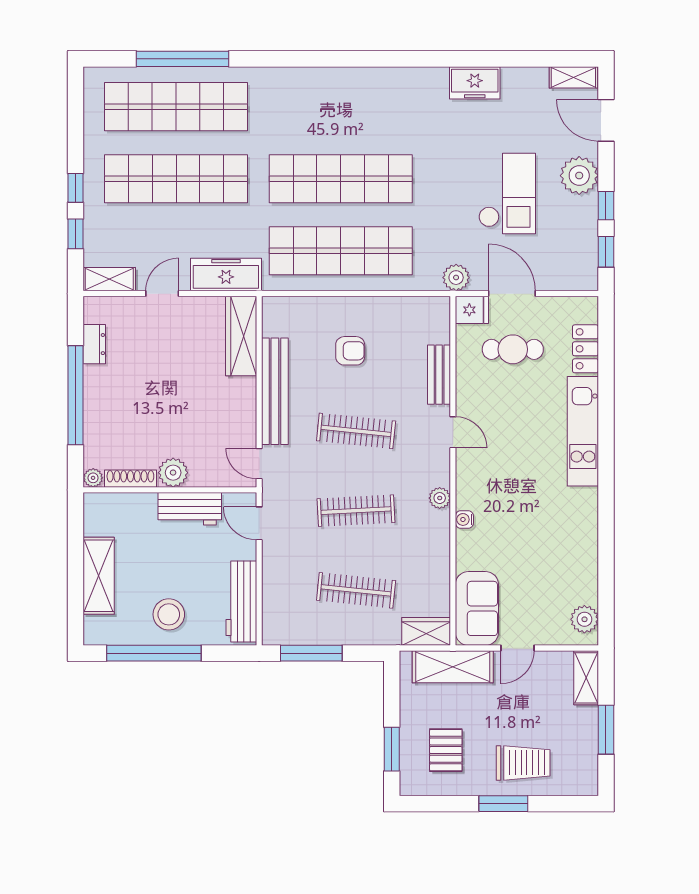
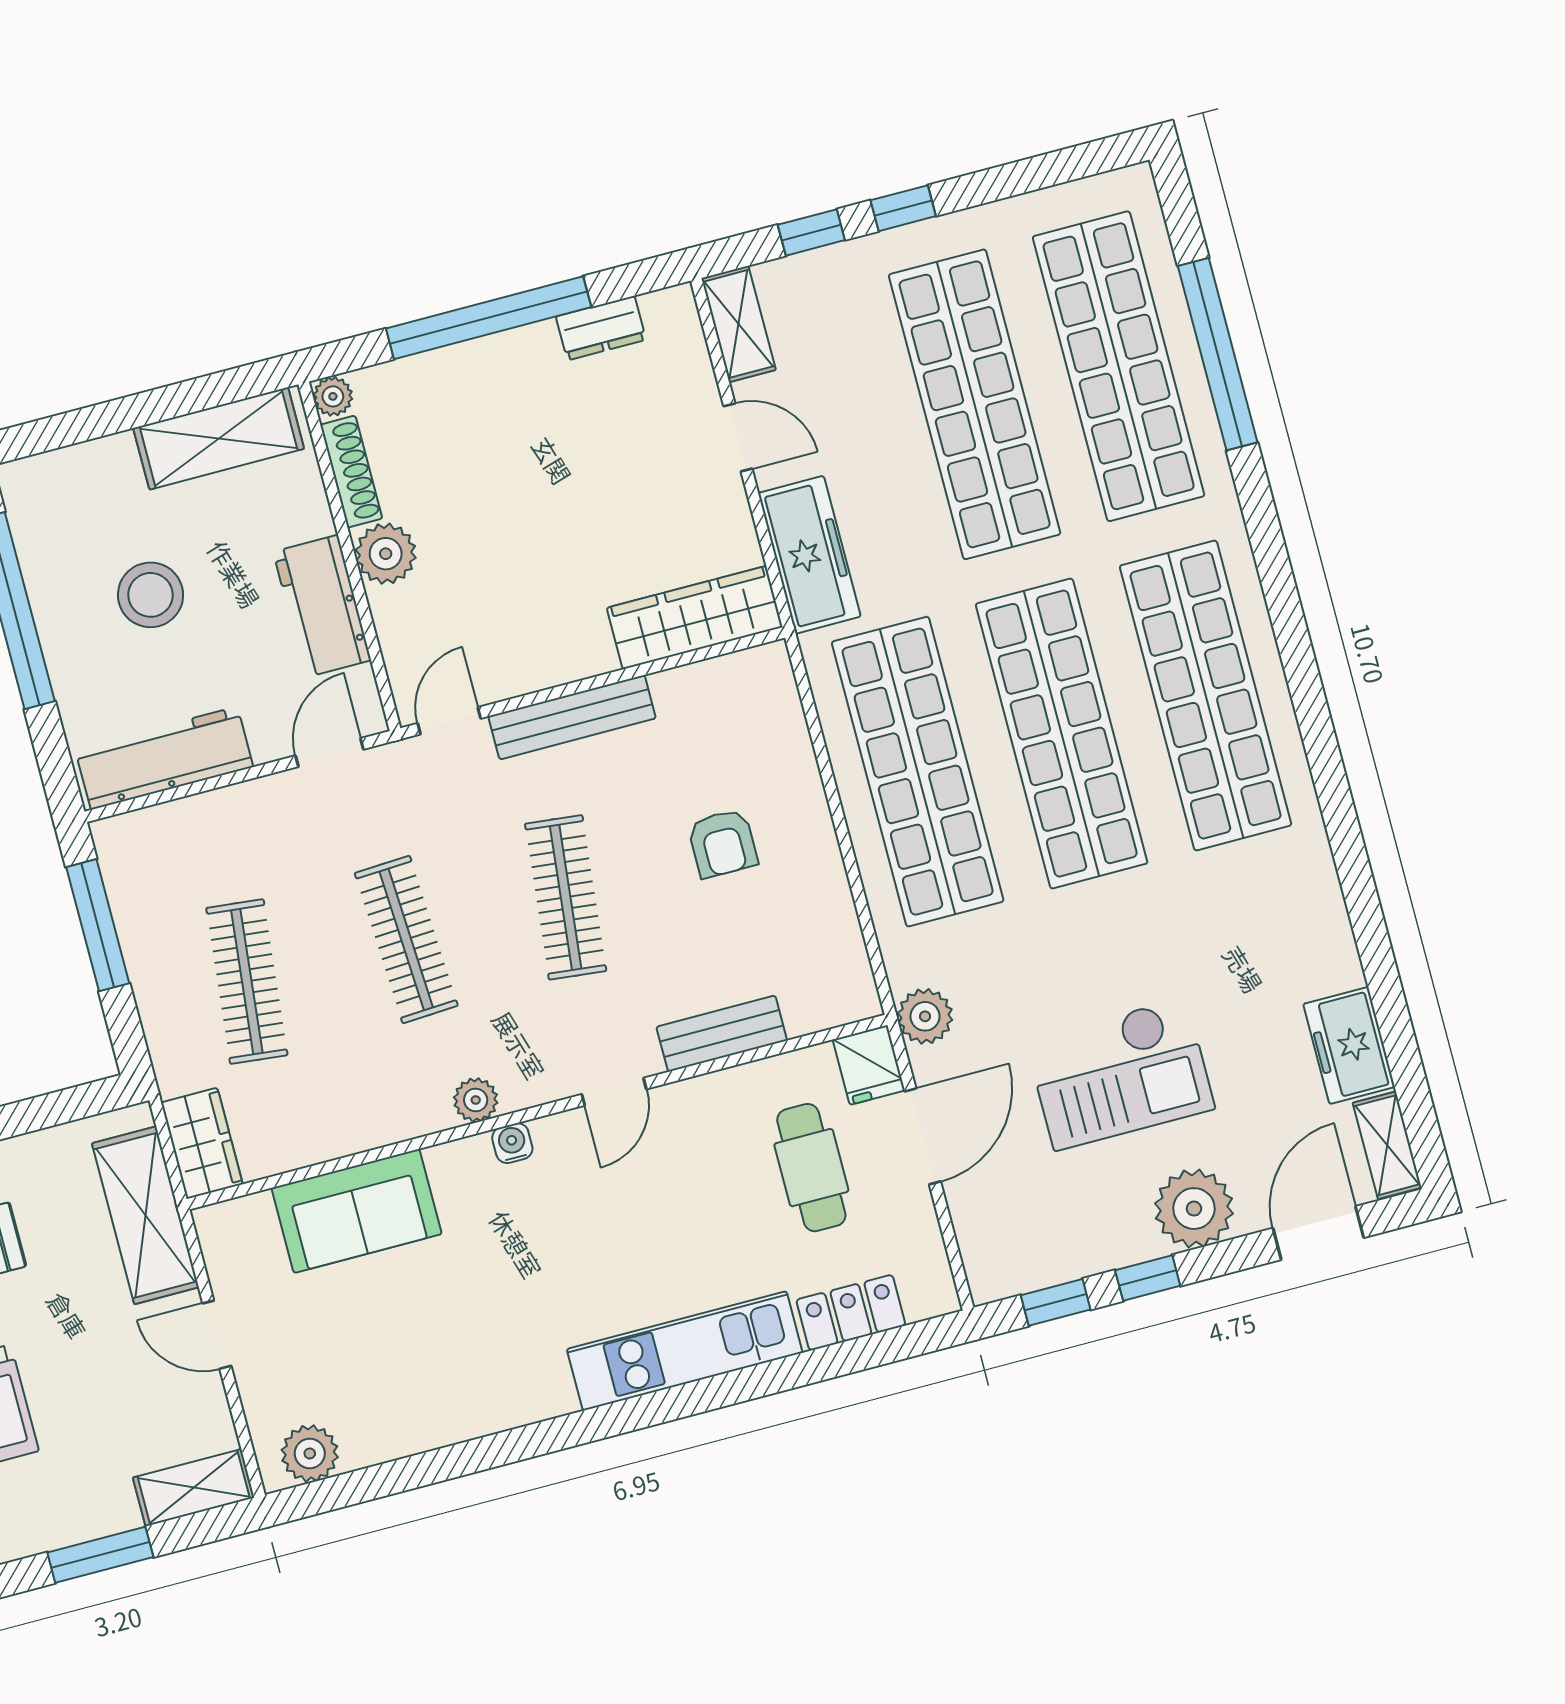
freezer: (475, 83) -> (1349, 1045), moved
shop shelf: (341, 107) -> (1206, 696), added
bench: (275, 391) -> (572, 717), width x0.73, depth x0.82
water cooler: (464, 519) -> (512, 1143), moved
shelving: (99, 576) -> (219, 438), moved
sofa: (477, 608) -> (357, 1211), moved
stool: (169, 614) -> (151, 595), moved

